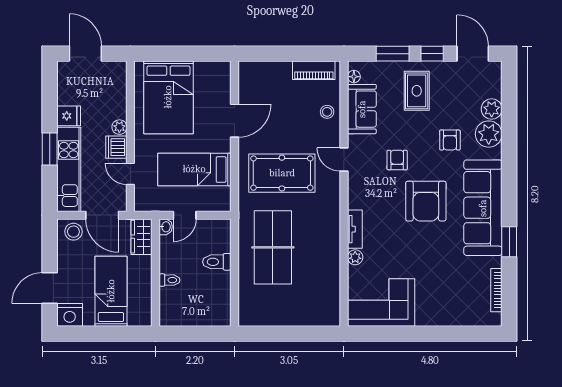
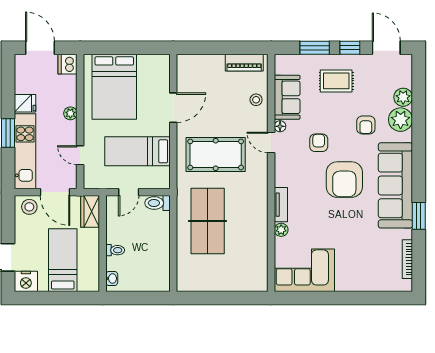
floor lamp: (354, 77) -> (280, 126), moved
rug: (417, 91) -> (336, 81), turned 90
dishwasher: (116, 147) -> (68, 64), moved
washbasin: (166, 227) -> (112, 278), moved
toilet: (217, 262) -> (157, 203), moved

